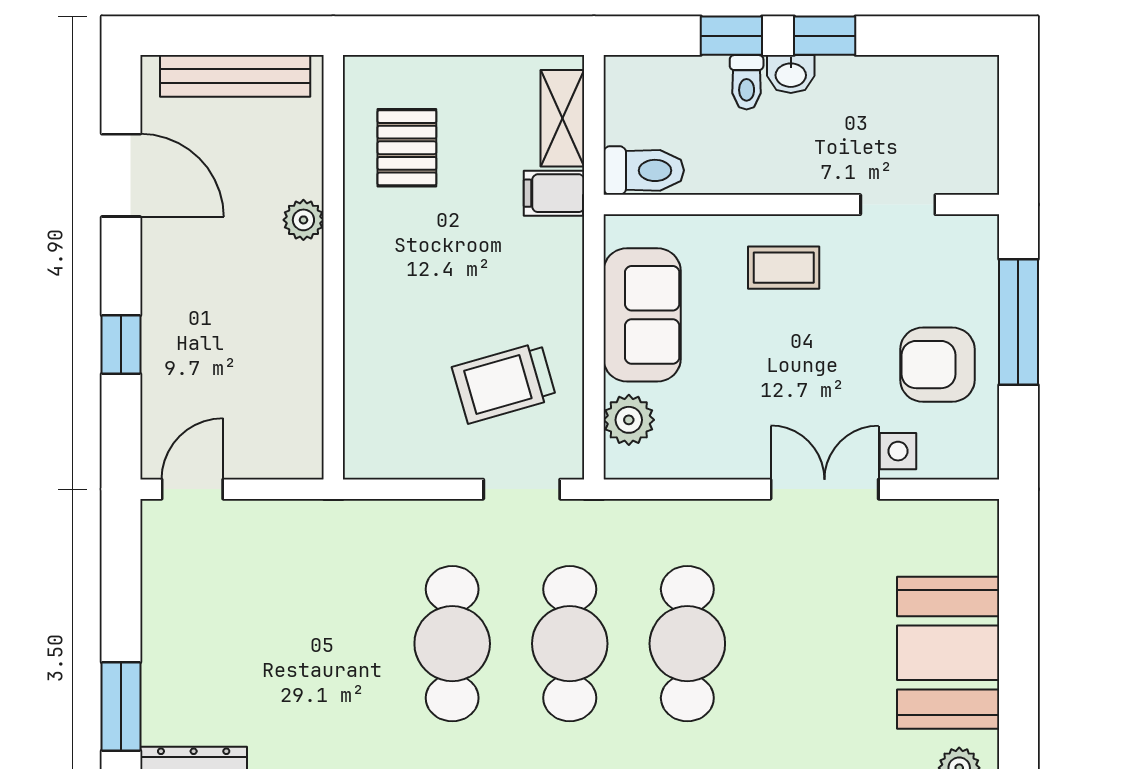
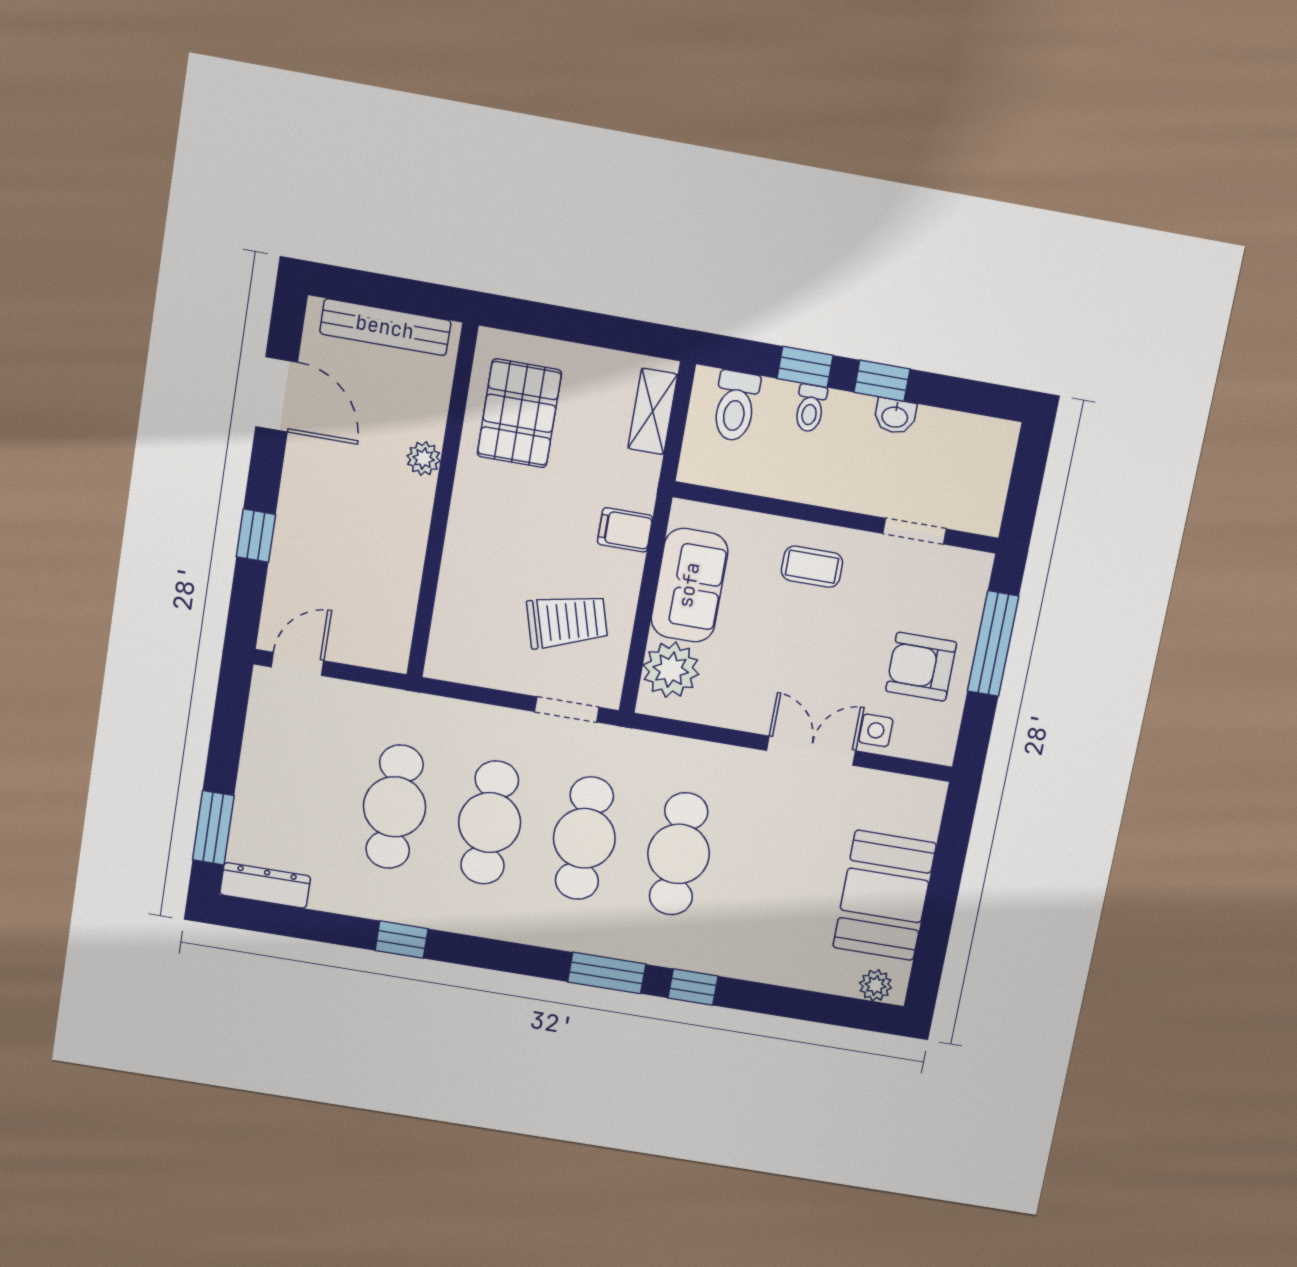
washbasin: (791, 74) -> (895, 416), moved
pallet: (407, 148) -> (519, 413), width x1.50, depth x1.42
toilet: (644, 170) -> (735, 406), moved, turned 90
filing cabinet: (554, 193) -> (625, 530), moved
trolley: (504, 383) -> (567, 621), turned 180
plant: (629, 420) -> (671, 670), width x1.36, depth x1.36
cafe table: (335, 644) -> (395, 807), added

